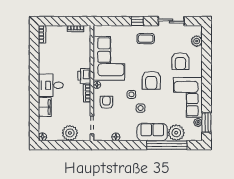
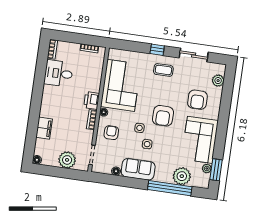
desk: (51, 85) -> (59, 73), moved
sofa: (152, 132) -> (138, 169), moved

